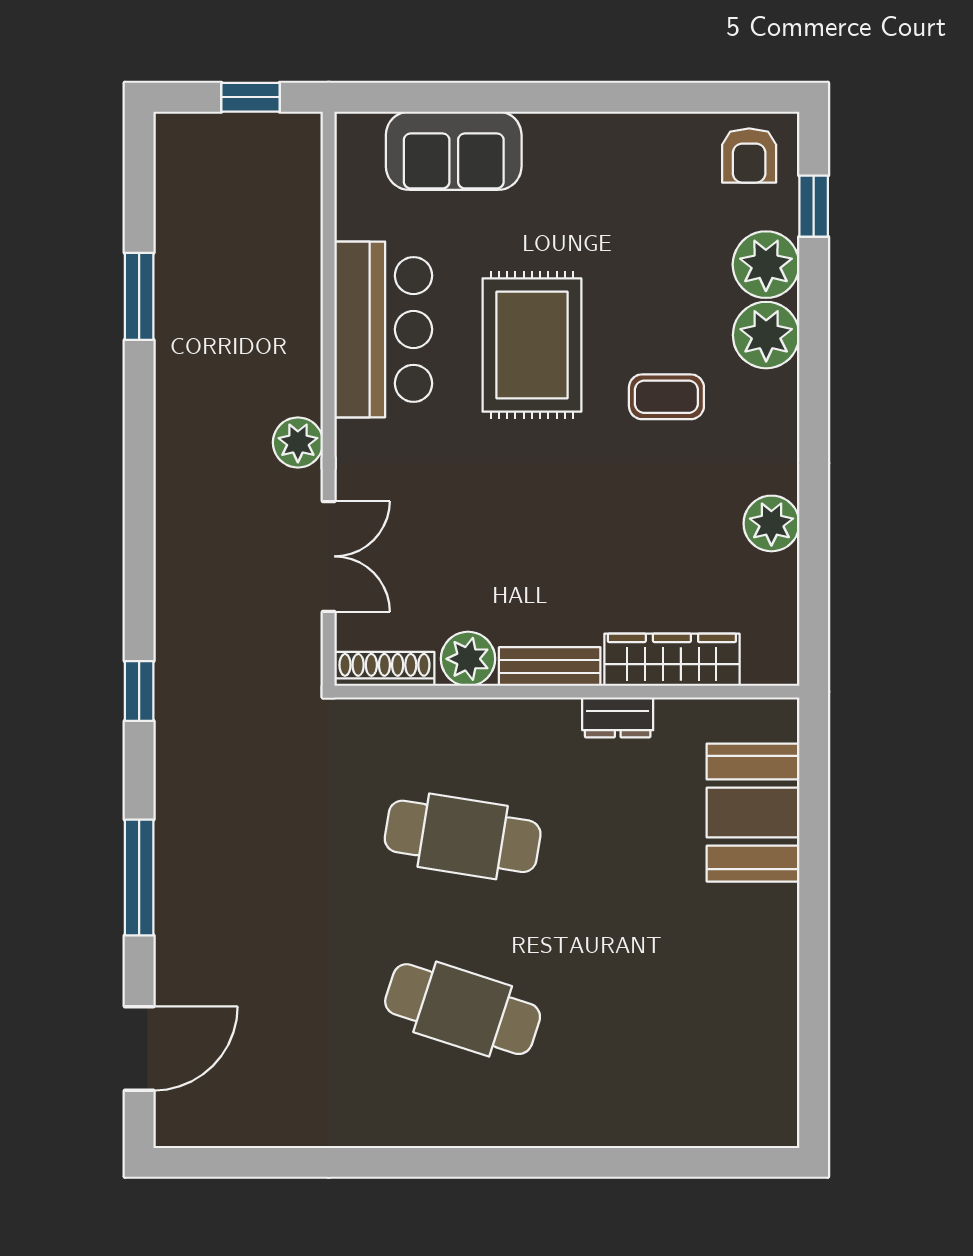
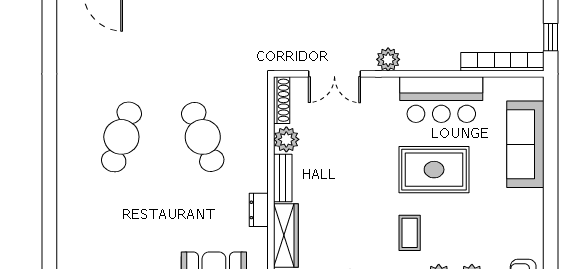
sofa: (454, 151) -> (525, 144), width x1.36
bookcase: (303, 200) -> (502, 62), added
cafe table: (463, 836) -> (203, 137), turned -30

